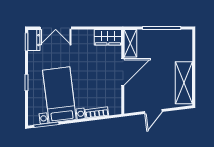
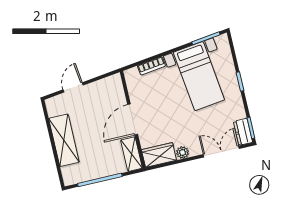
plant: (88, 35) -> (183, 152), added
shelving: (184, 83) -> (64, 140), moved
door: (153, 112) -> (73, 87), moved

